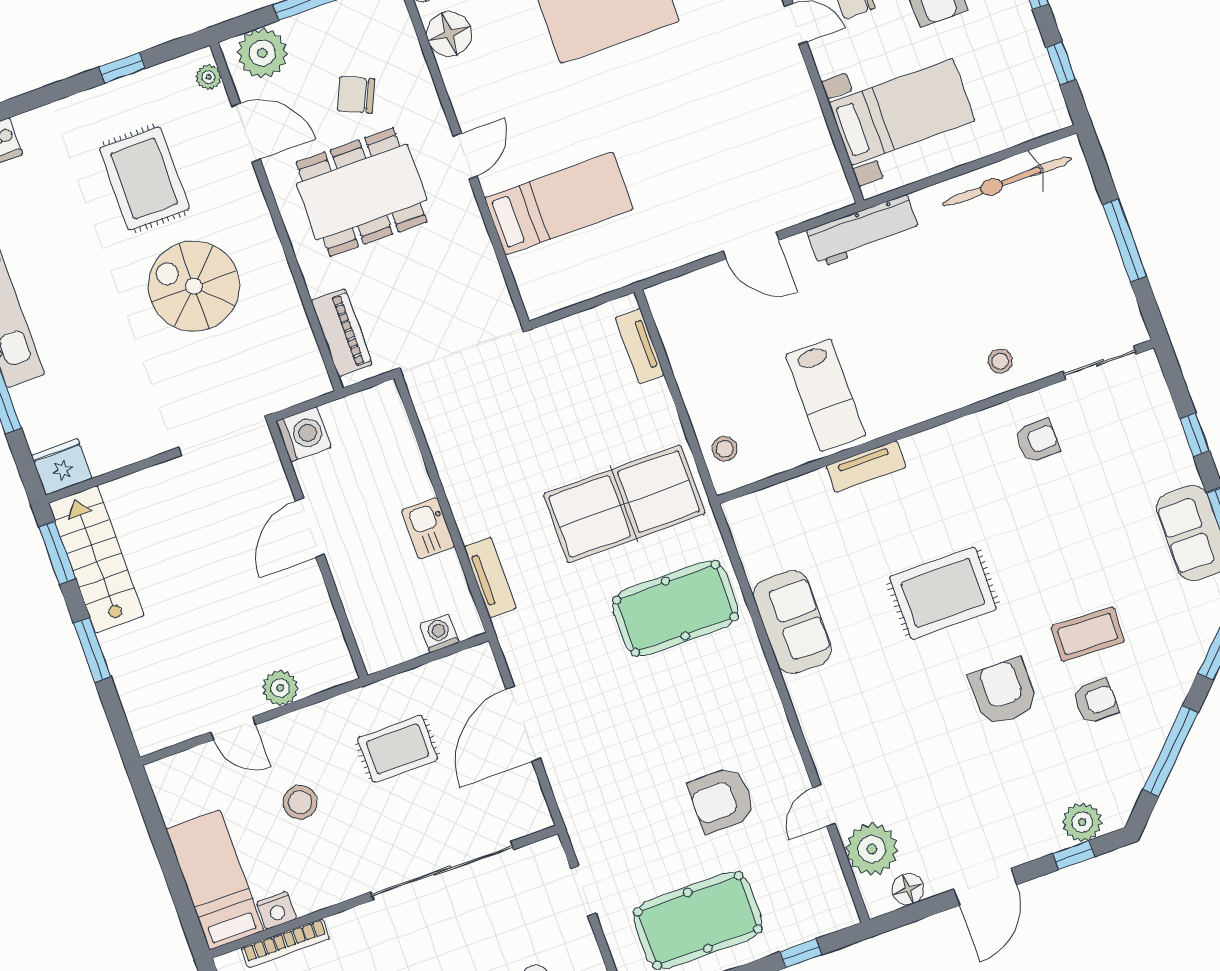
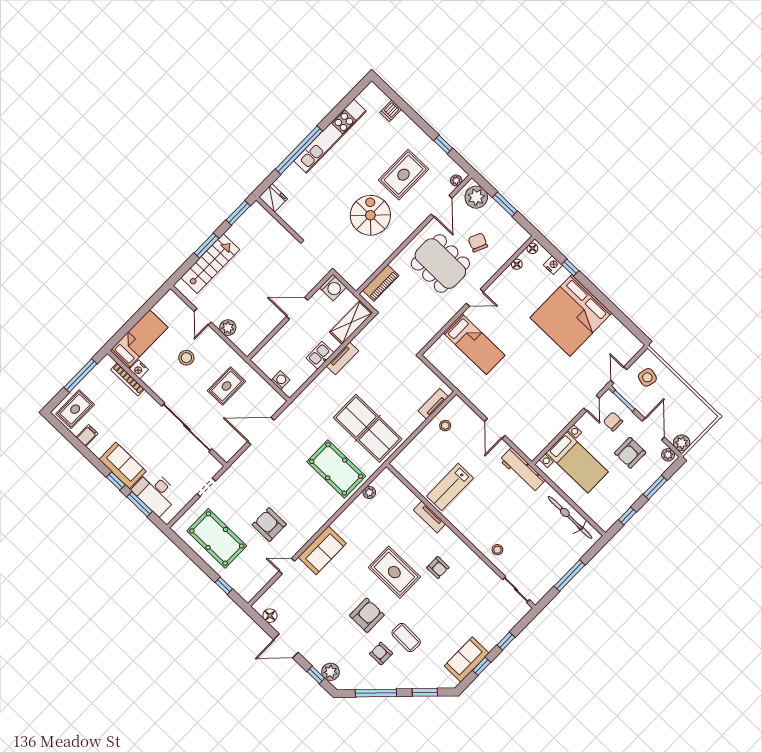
floor lamp: (449, 34) -> (517, 264), width x0.53, depth x0.53
shelving: (393, 432) -> (351, 323), added
armchair: (1037, 440) -> (438, 568), moved
stool: (725, 449) -> (445, 426), moved
stairs: (96, 559) -> (210, 264), moved
tv unit: (490, 578) -> (343, 358), moved
sofa: (792, 622) -> (322, 550), moved
armchair: (1095, 701) -> (381, 654), turned 180
rug: (398, 749) -> (227, 386), turned 90
plant: (872, 849) -> (369, 493), moved, width x0.53, depth x0.53

